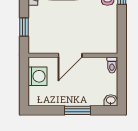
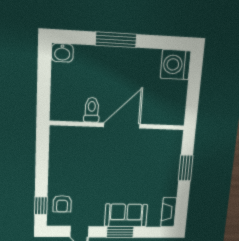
toilet: (112, 65) -> (92, 110), moved
washing machine: (38, 76) -> (176, 65), moved

